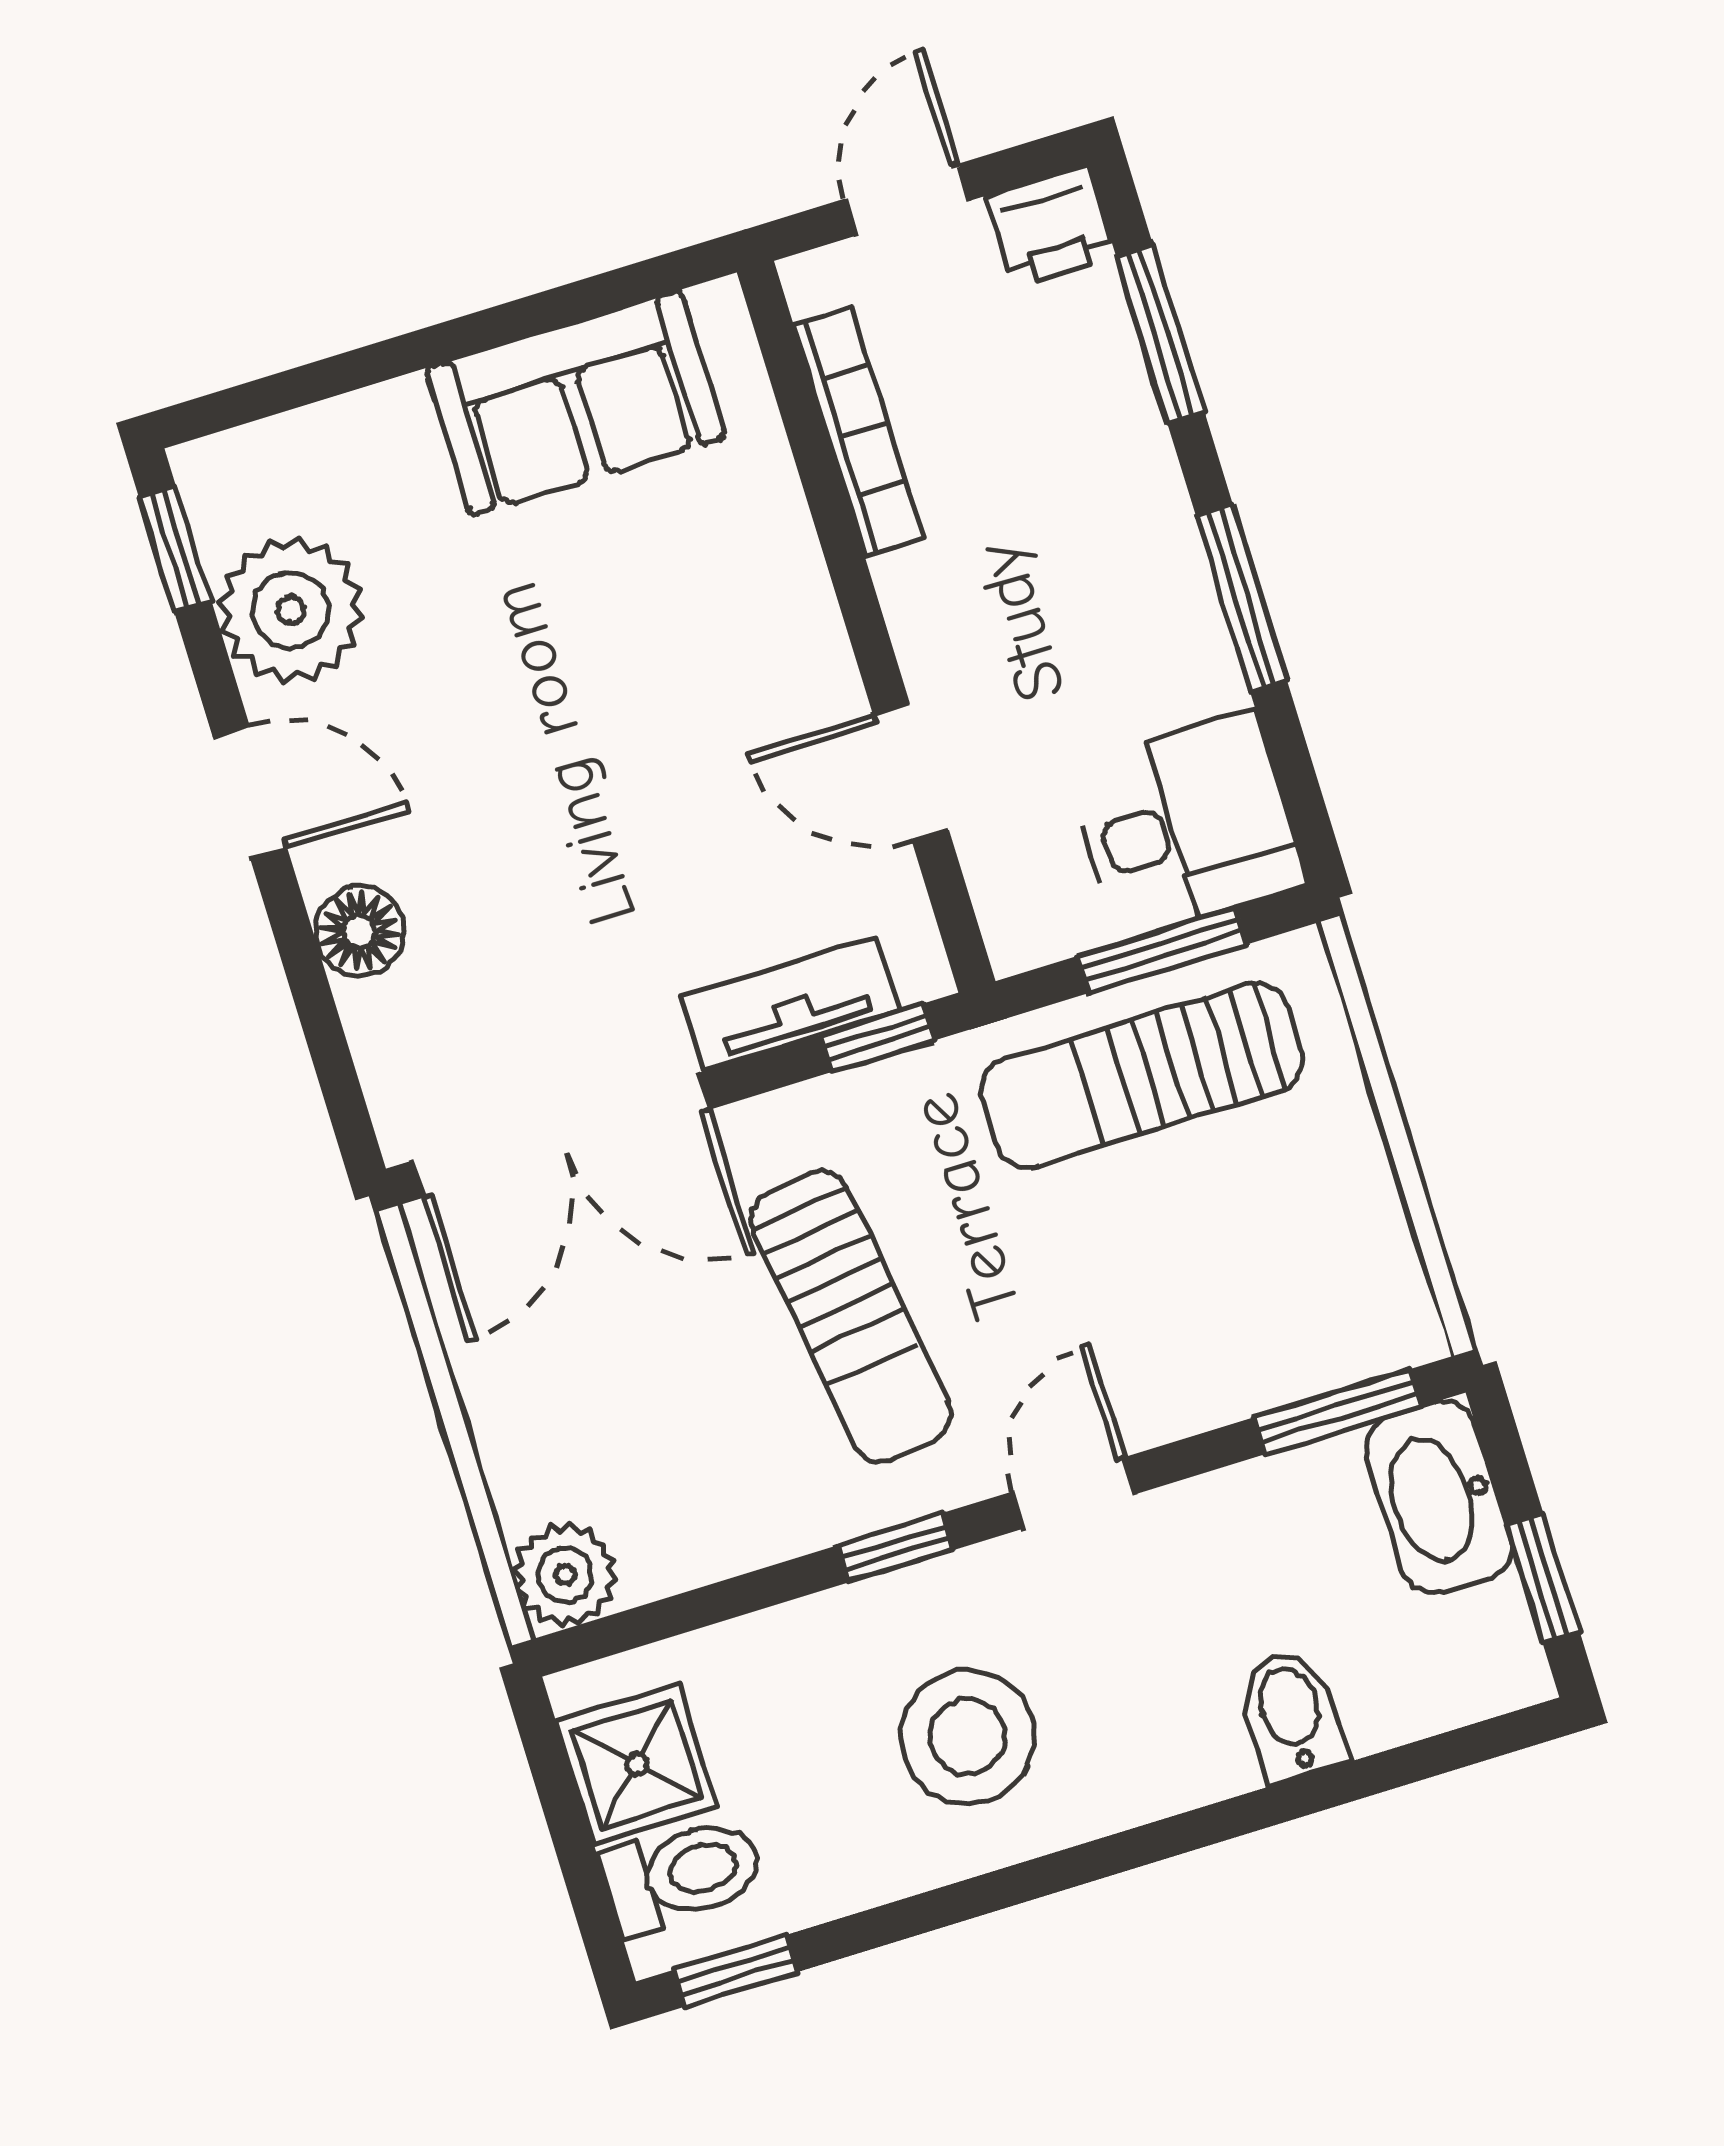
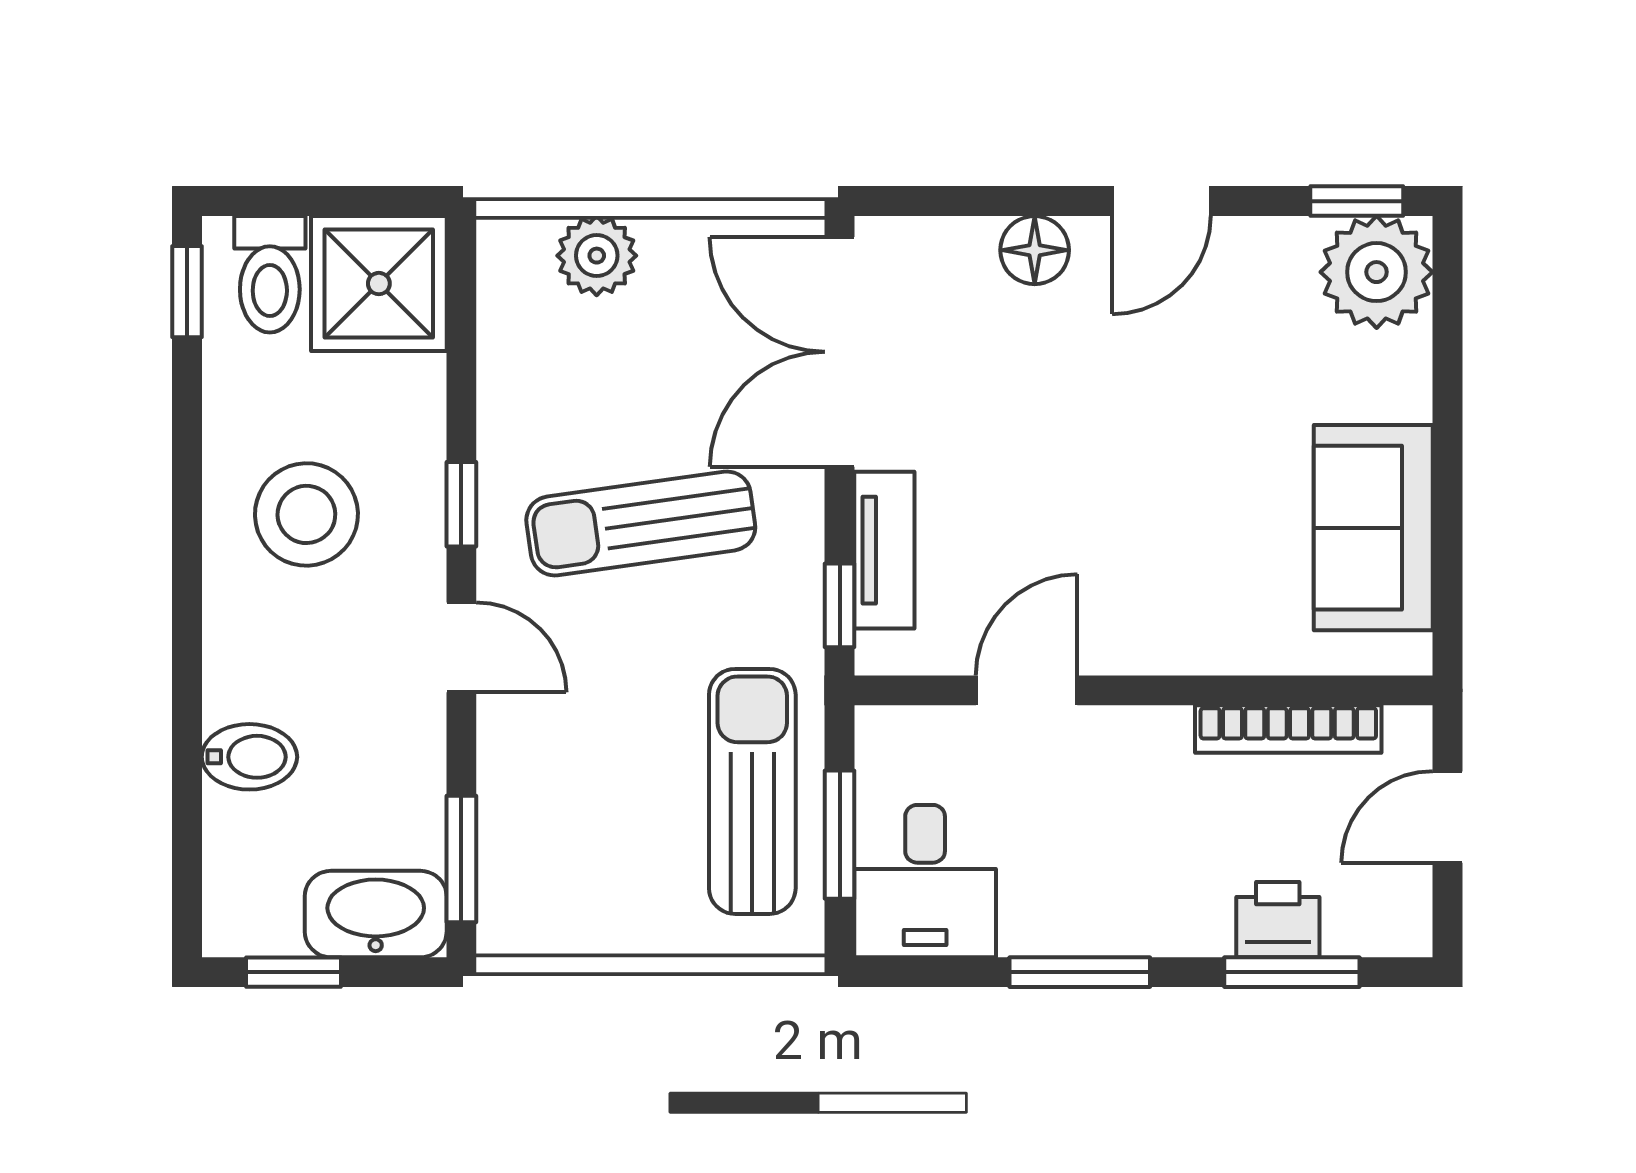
door: (907, 200) -> (1448, 817), swing flipped
printer: (1051, 227) -> (1278, 920), moved, turned 90
plant: (291, 610) -> (1377, 272), moved
plant: (565, 1575) -> (597, 256), moved
shower: (637, 1764) -> (379, 284), width x1.36, depth x1.36

